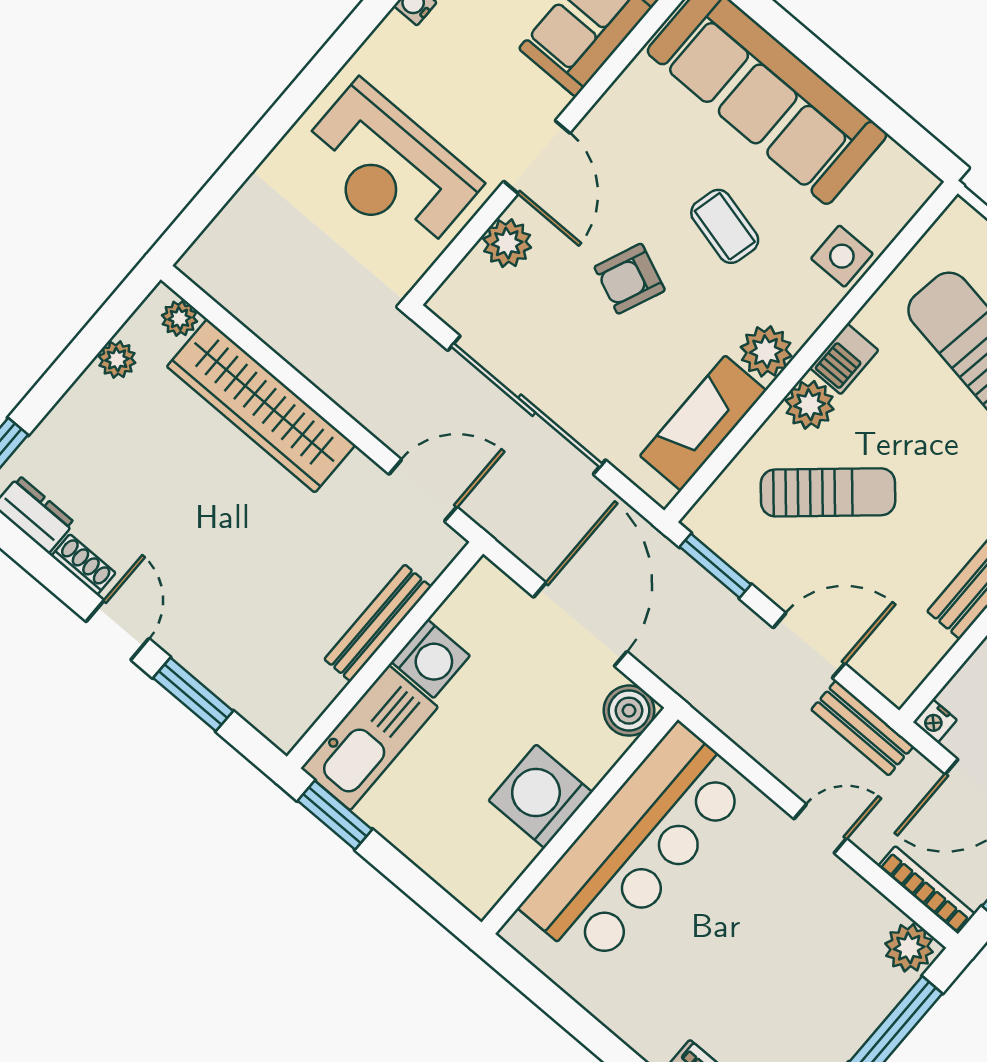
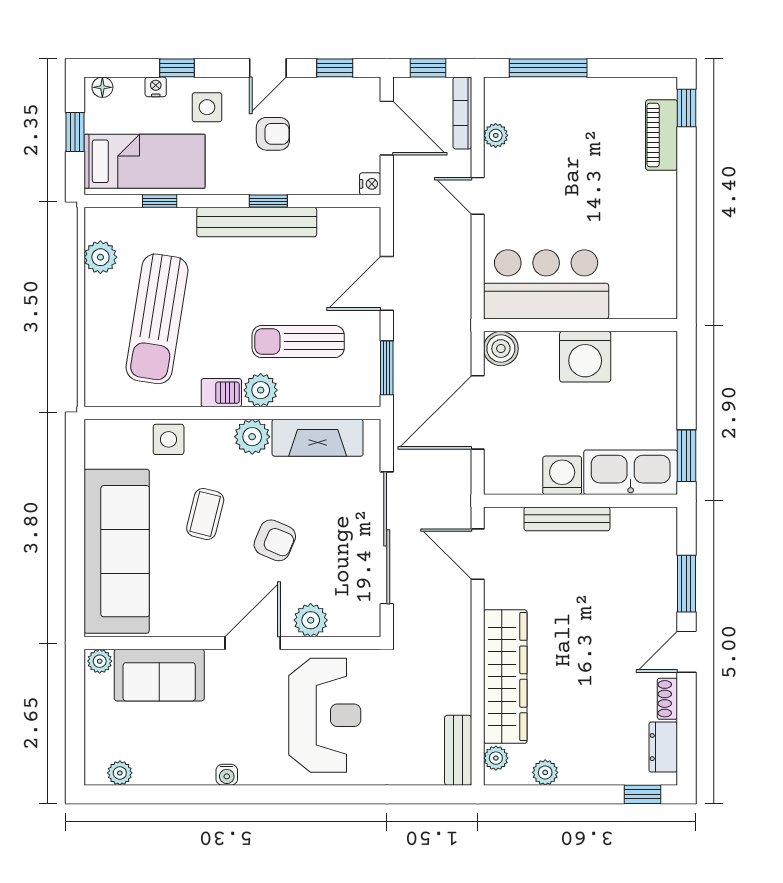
sun lounger: (828, 492) -> (298, 342), turned -49
door: (809, 646) -> (387, 283), hinge flipped
bench: (862, 728) -> (458, 750), moved
bar counter: (636, 846) -> (546, 284), width x0.73
plant: (909, 948) -> (496, 135), moved, width x0.73, depth x0.73

